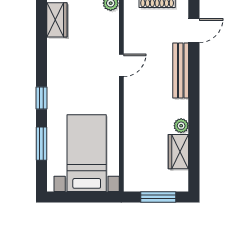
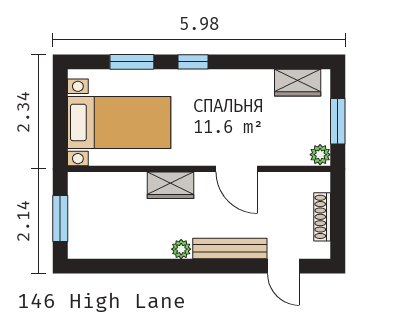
door: (121, 65) -> (237, 169), width x1.38
plant: (181, 126) -> (181, 249), moved
wardrobe: (178, 152) -> (170, 185), moved, turned 180

